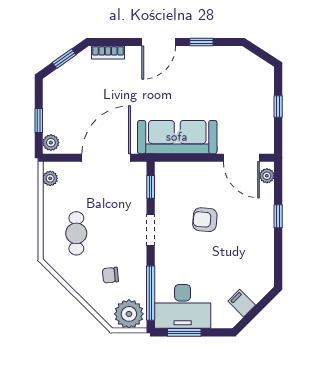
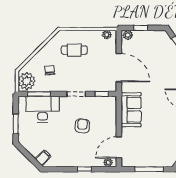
window: (278, 106) -> (149, 169), width x2.17
sofa: (177, 137) -> (131, 110), width x0.73
window: (151, 293) -> (39, 94), width x0.69
filing cabinet: (242, 303) -> (43, 158), moved
desk: (183, 306) -> (43, 109), moved, turned 90
window: (184, 332) -> (16, 124), moved

